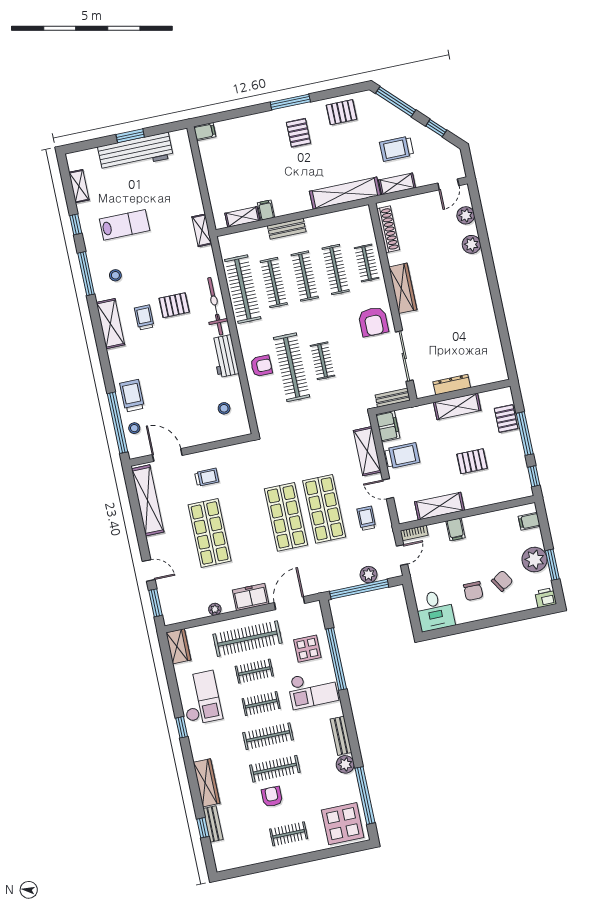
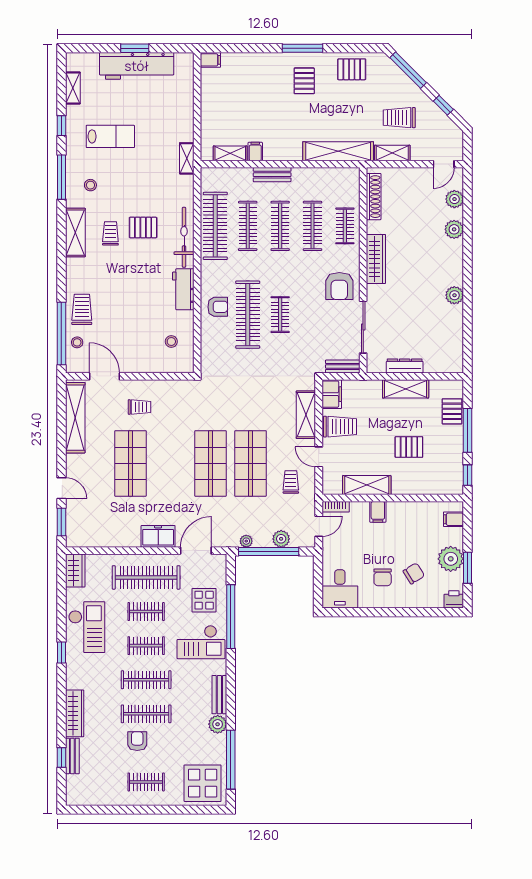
plant: (485, 307) -> (454, 295), added
plant: (215, 609) -> (246, 541), moved

